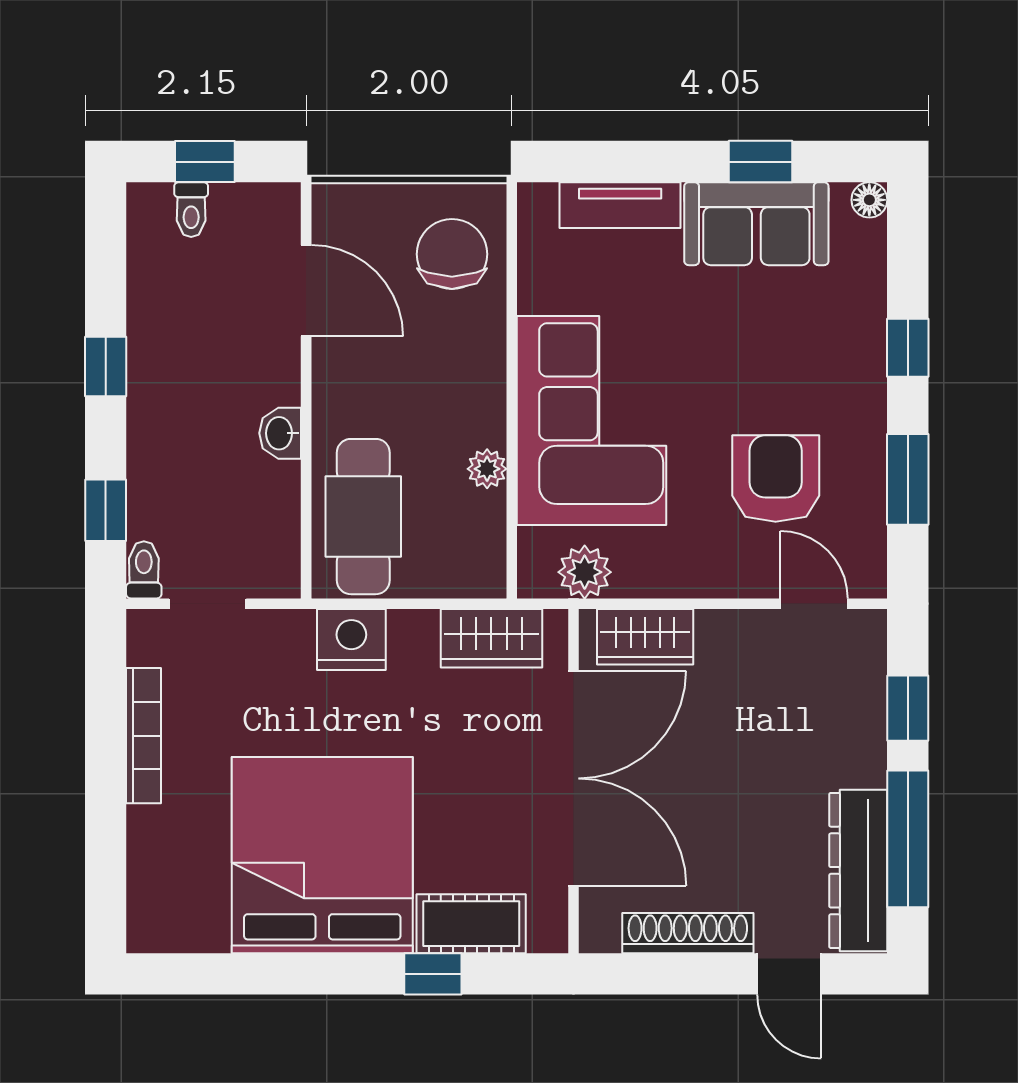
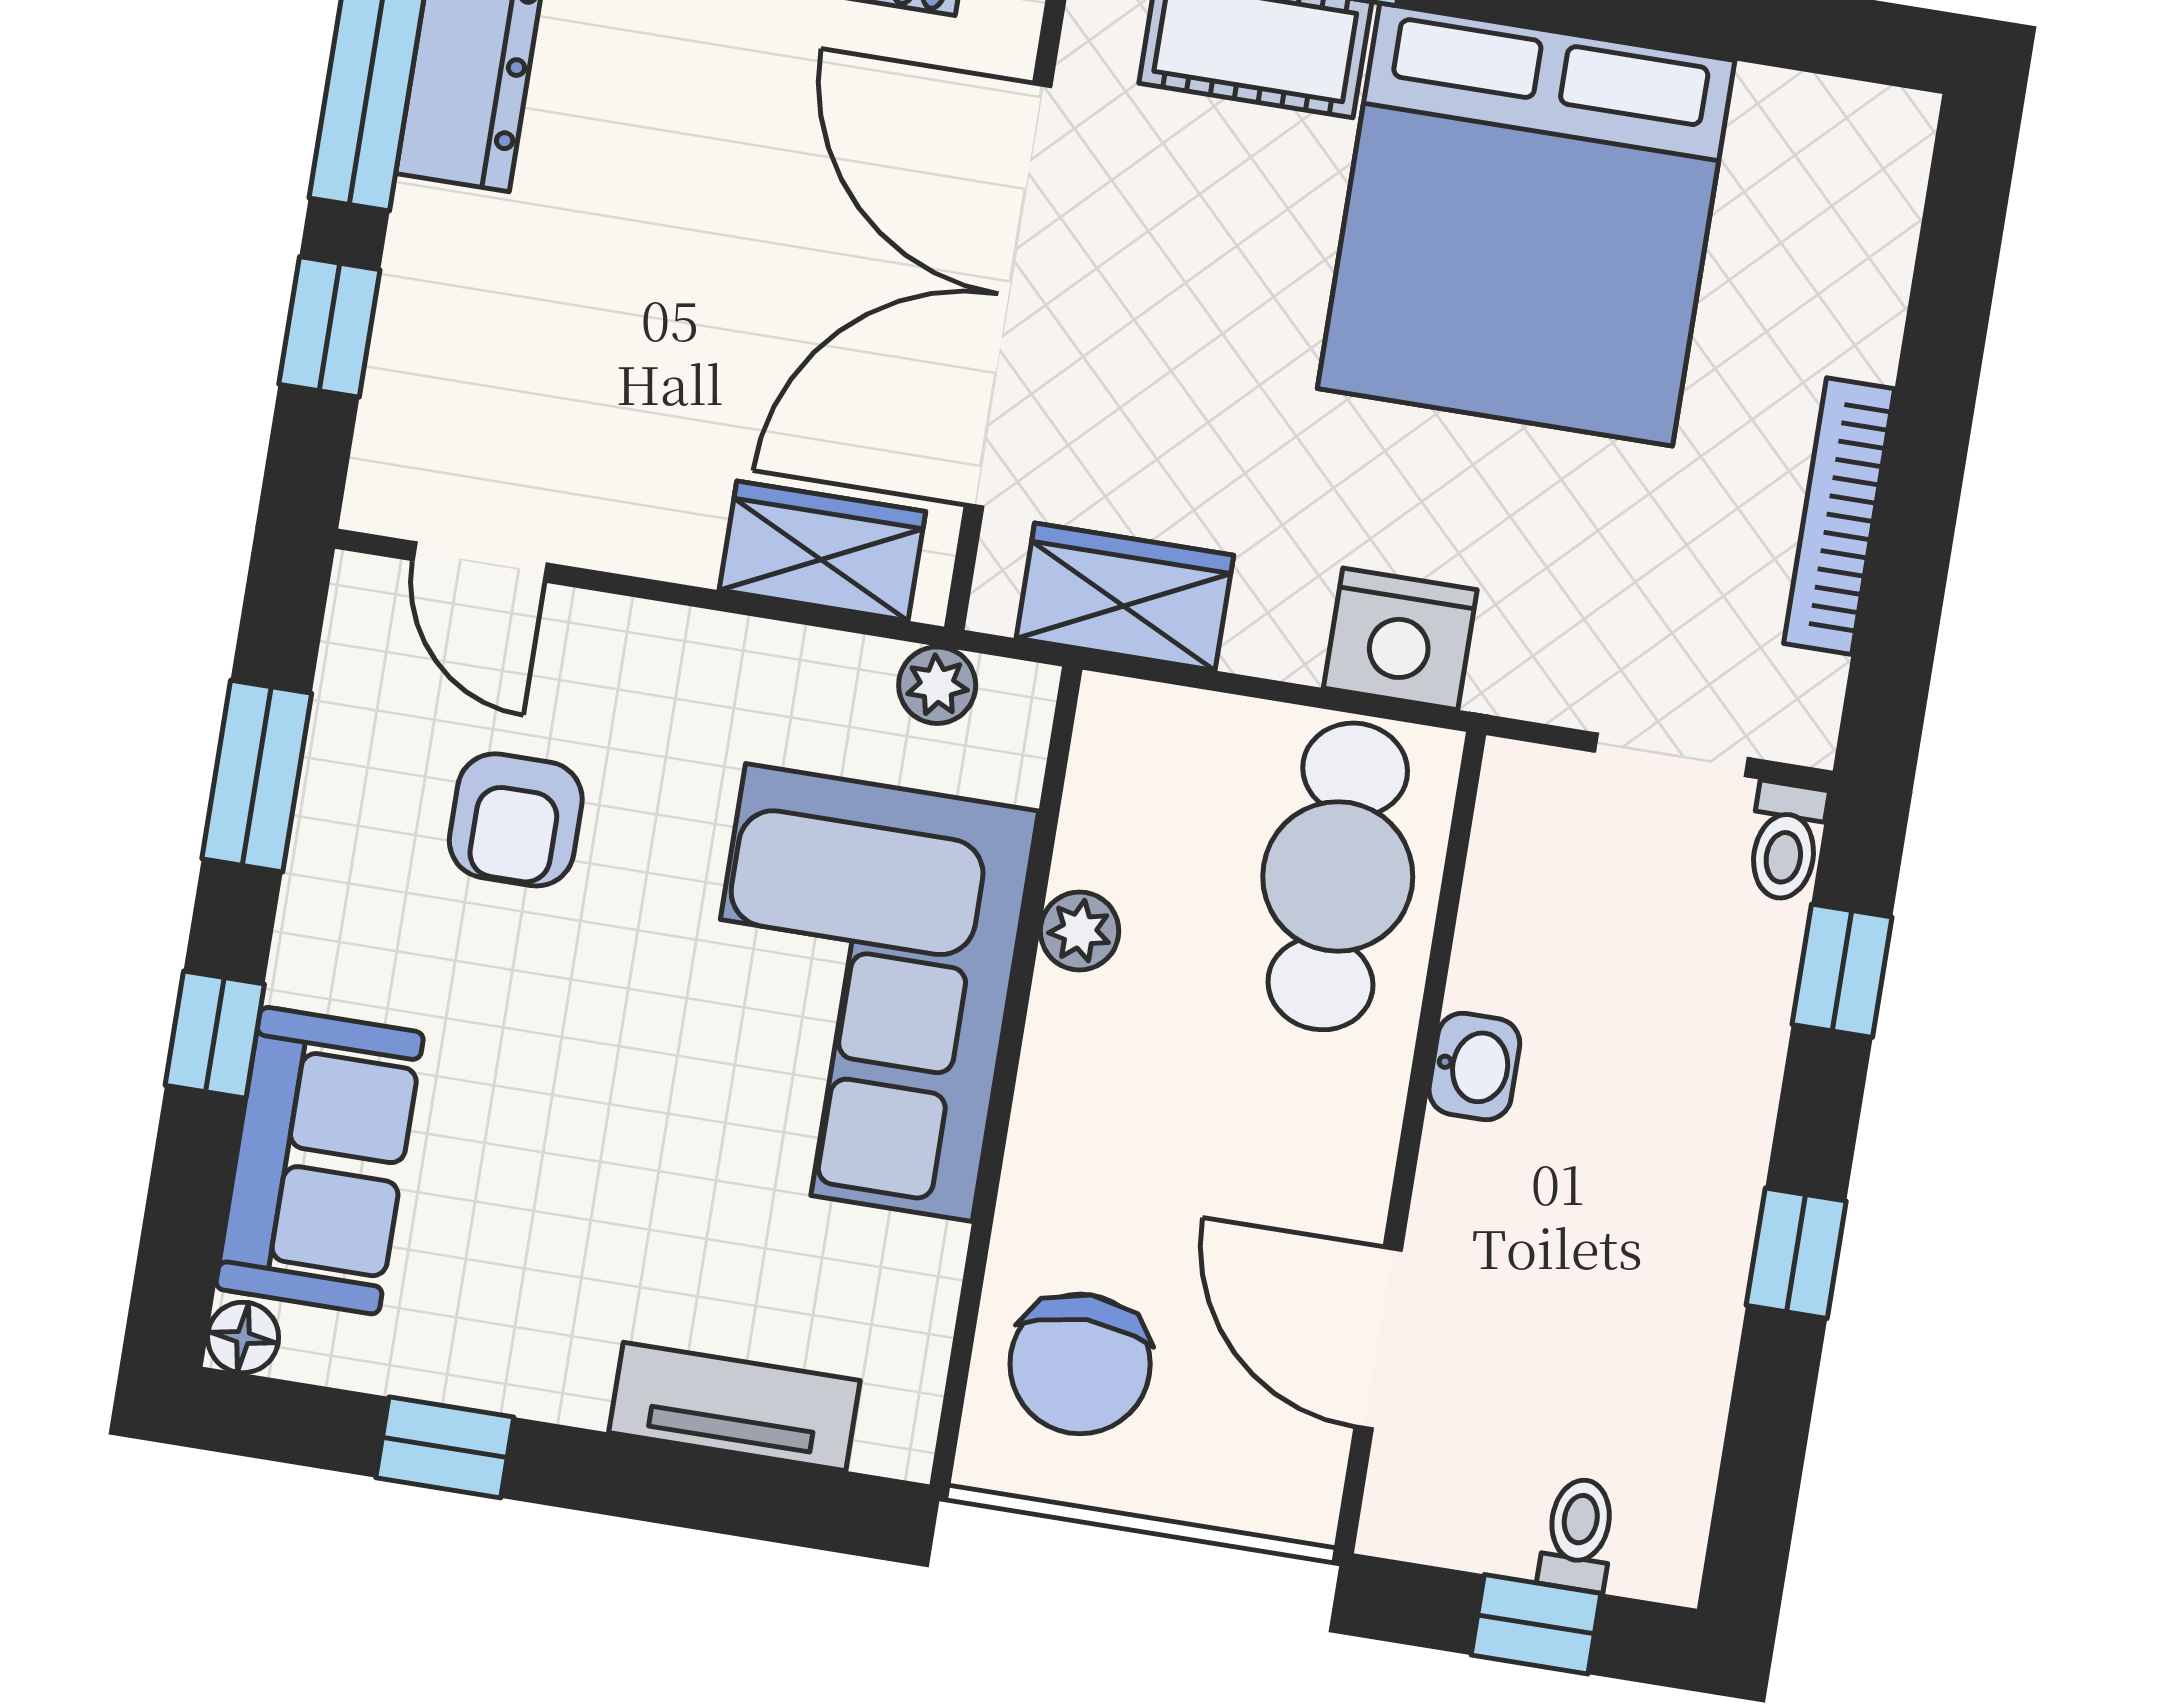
sofa: (756, 224) -> (320, 1161), moved, turned 90
armchair: (776, 479) -> (516, 820), width x0.72, depth x0.72
plant: (585, 572) -> (937, 685), width x0.73, depth x0.73

